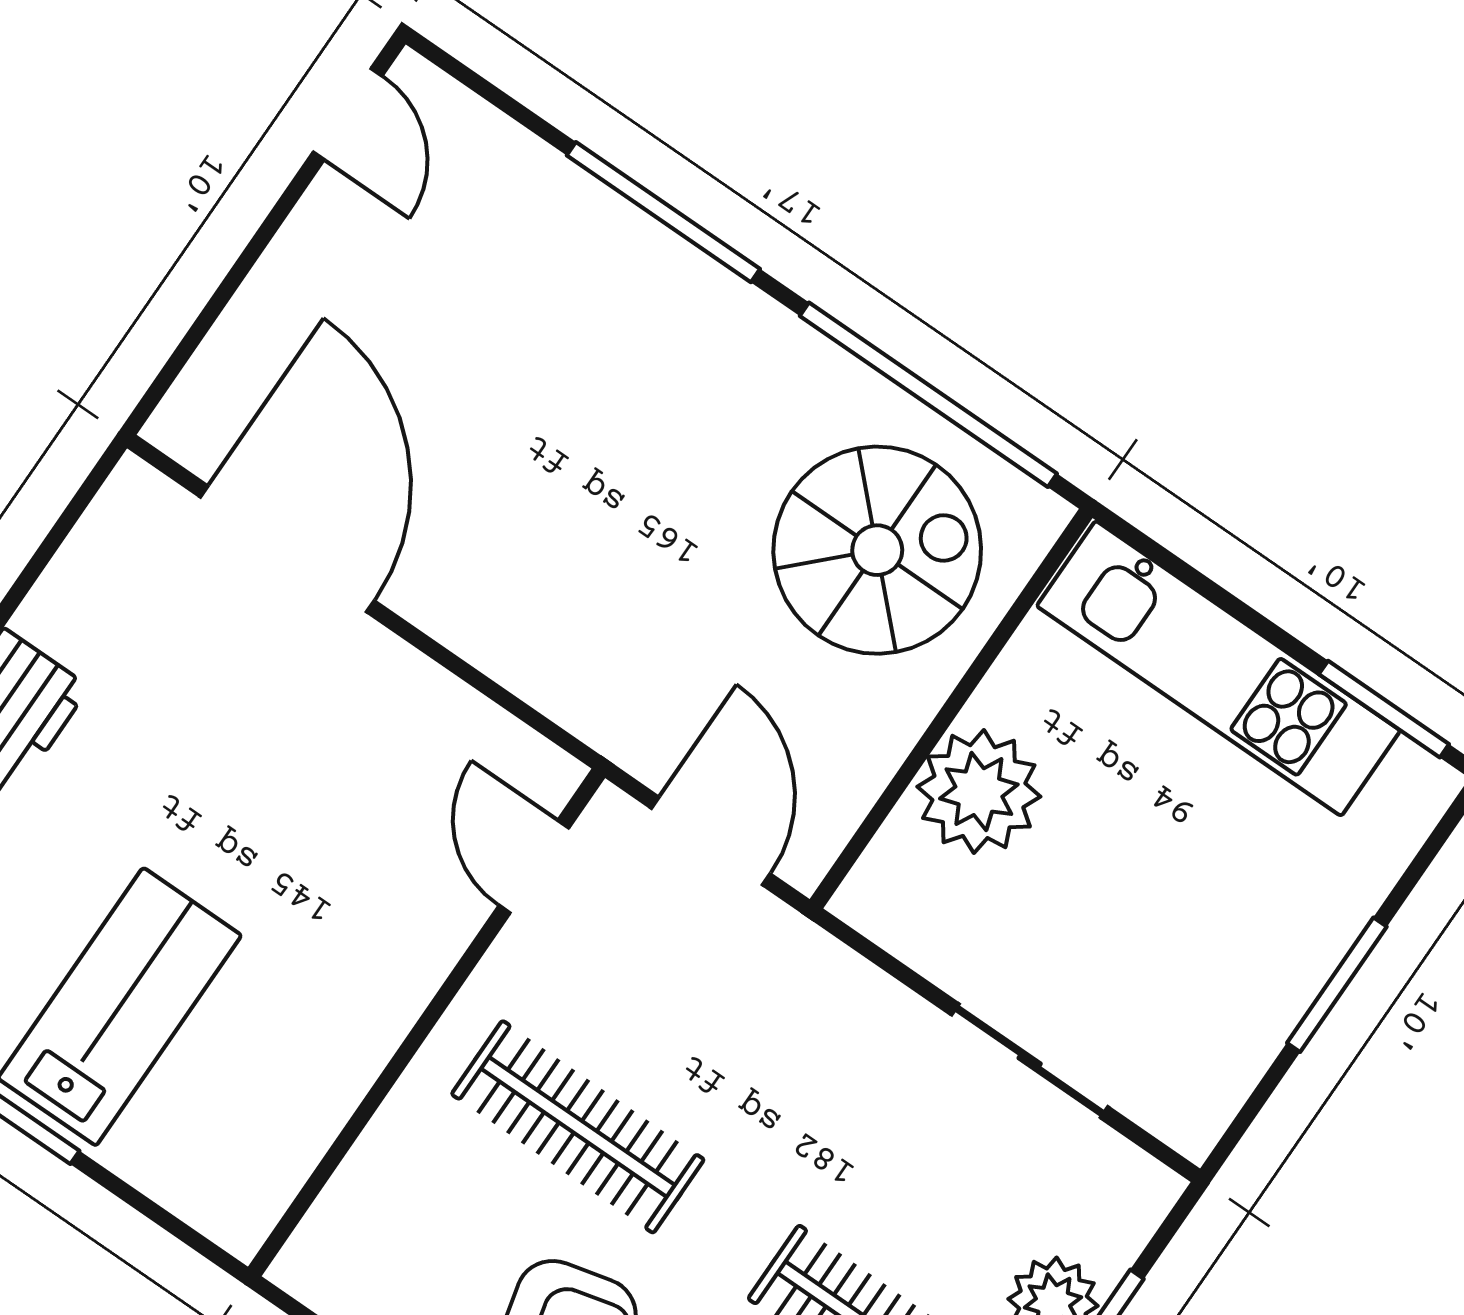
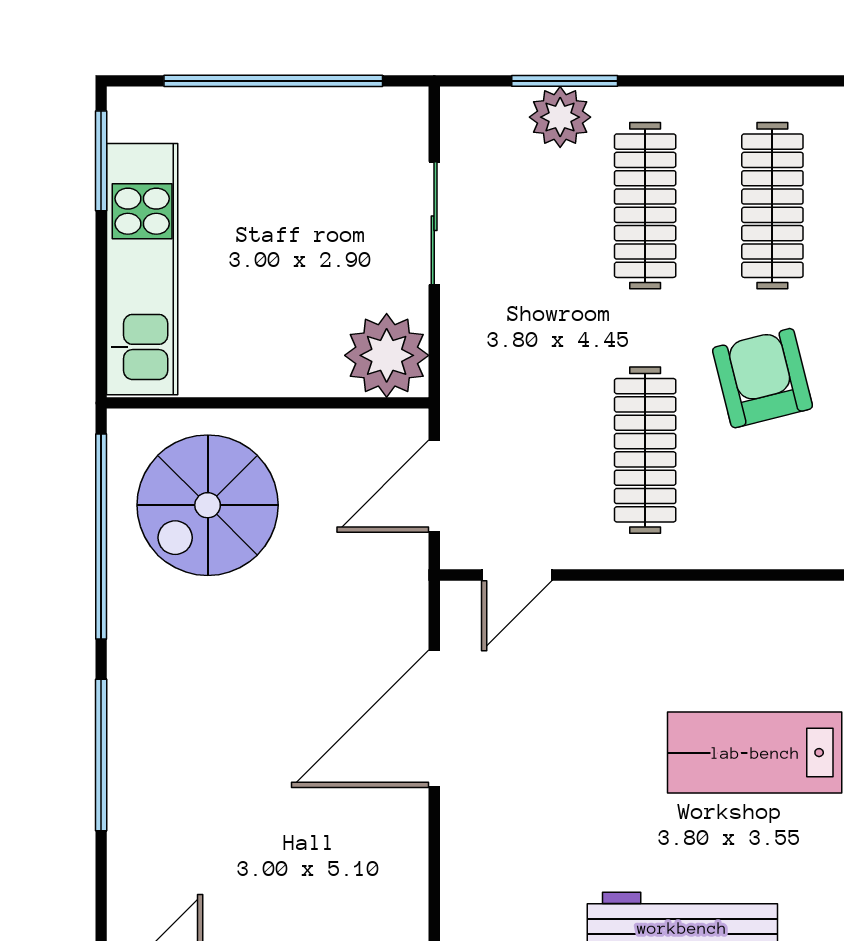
door: (287, 549) -> (434, 719), moved
spiral stairs: (877, 550) -> (208, 505), turned -90
plant: (979, 792) -> (387, 355), moved
window: (1337, 985) -> (273, 81), width x2.11

